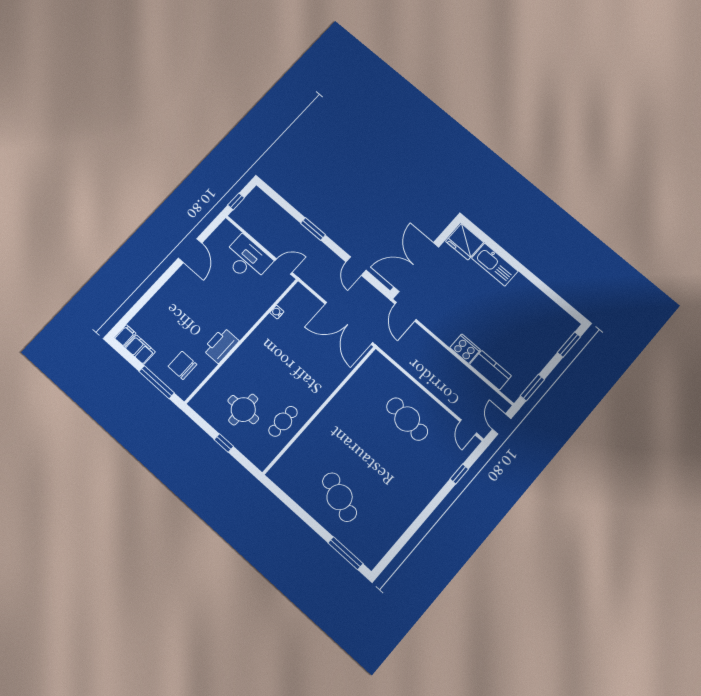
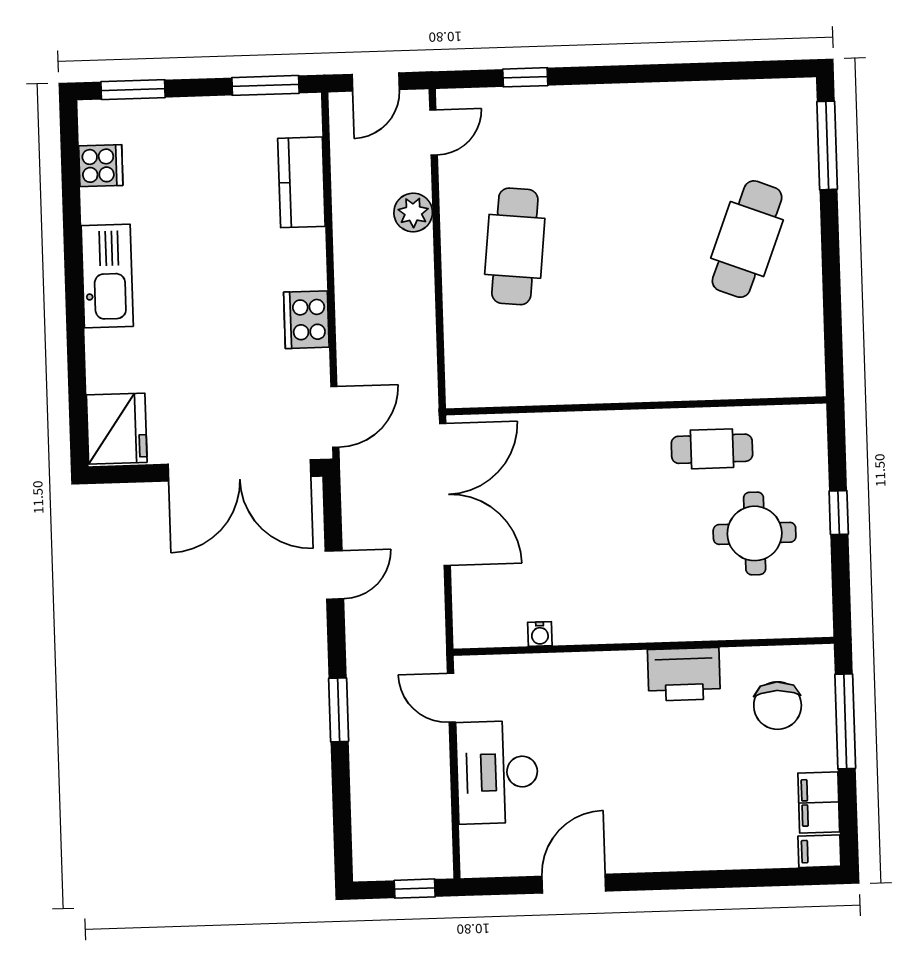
kitchen sink: (495, 265) -> (107, 276), moved
cooker: (553, 312) -> (101, 166), added
cooker: (465, 349) -> (306, 320), moved
plant: (448, 397) -> (413, 212), added

